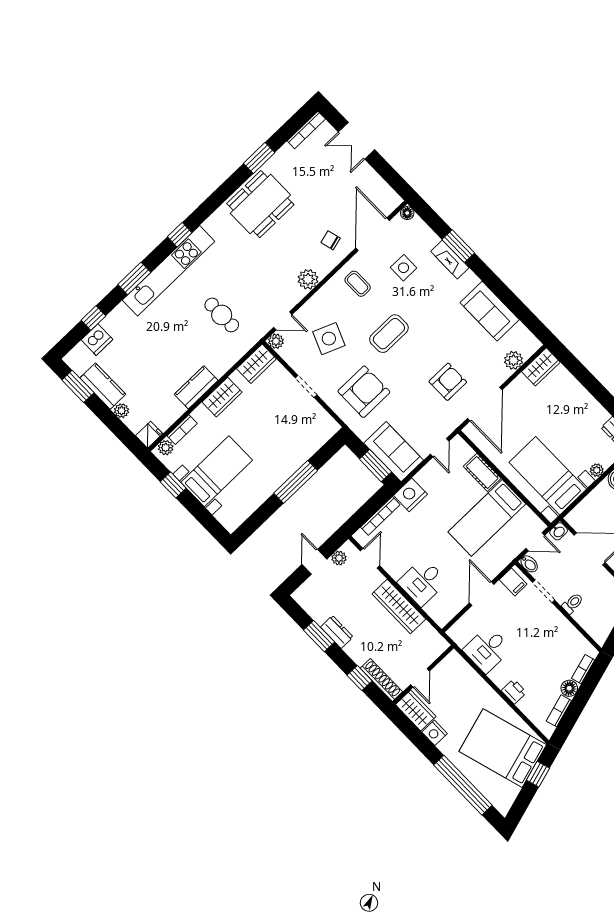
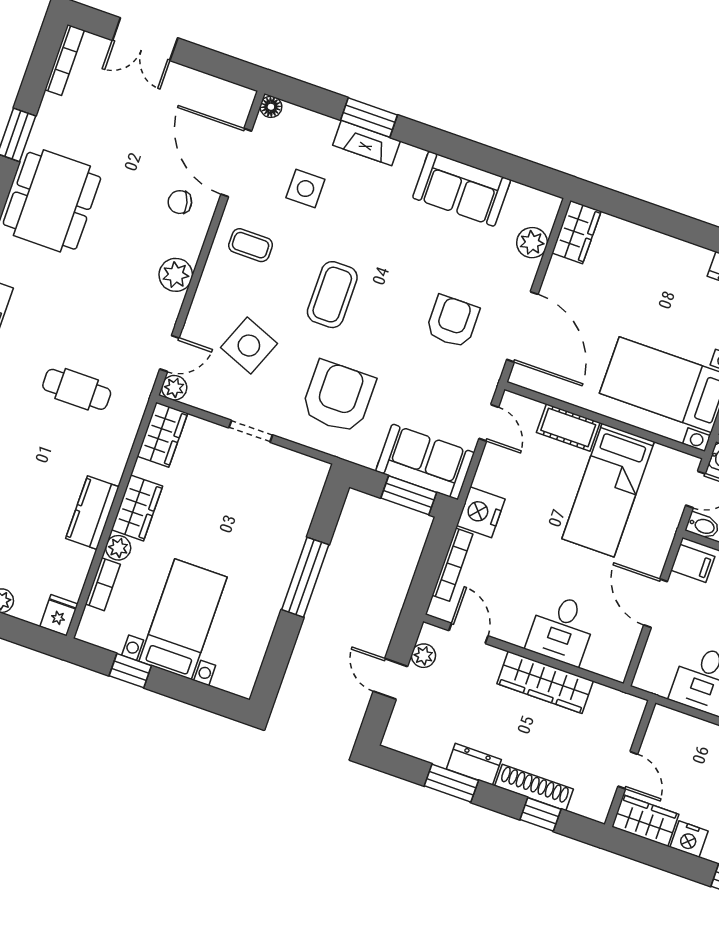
plant: (166, 448) -> (118, 548), moved
shoe rack: (381, 680) -> (534, 787), moved

